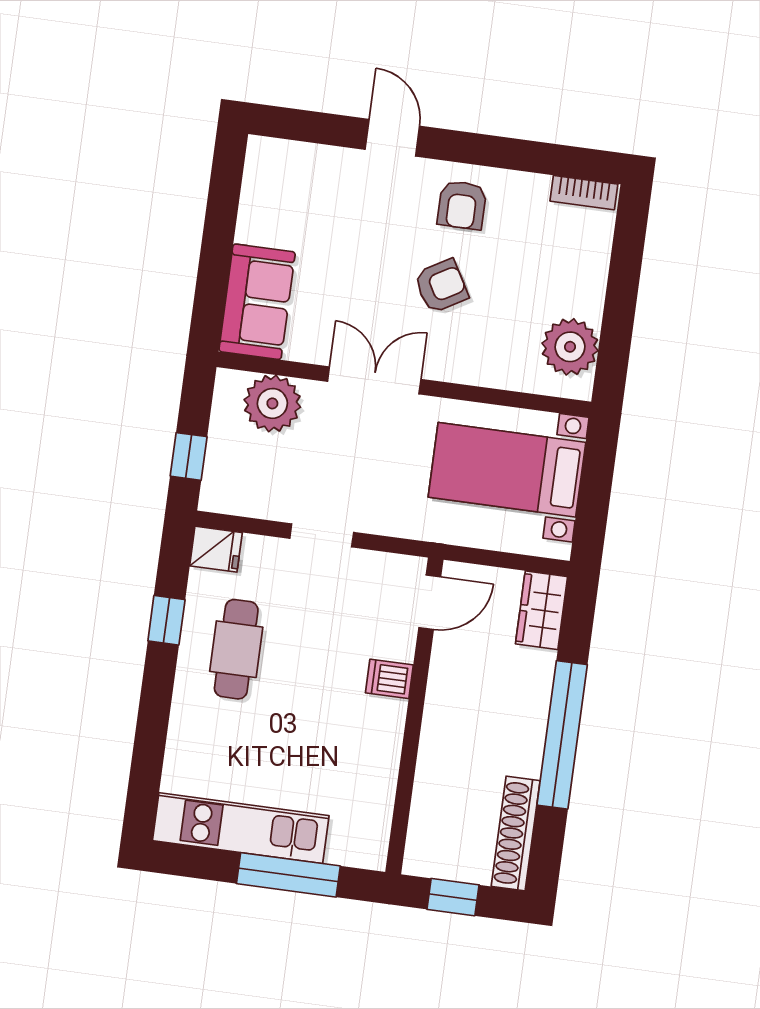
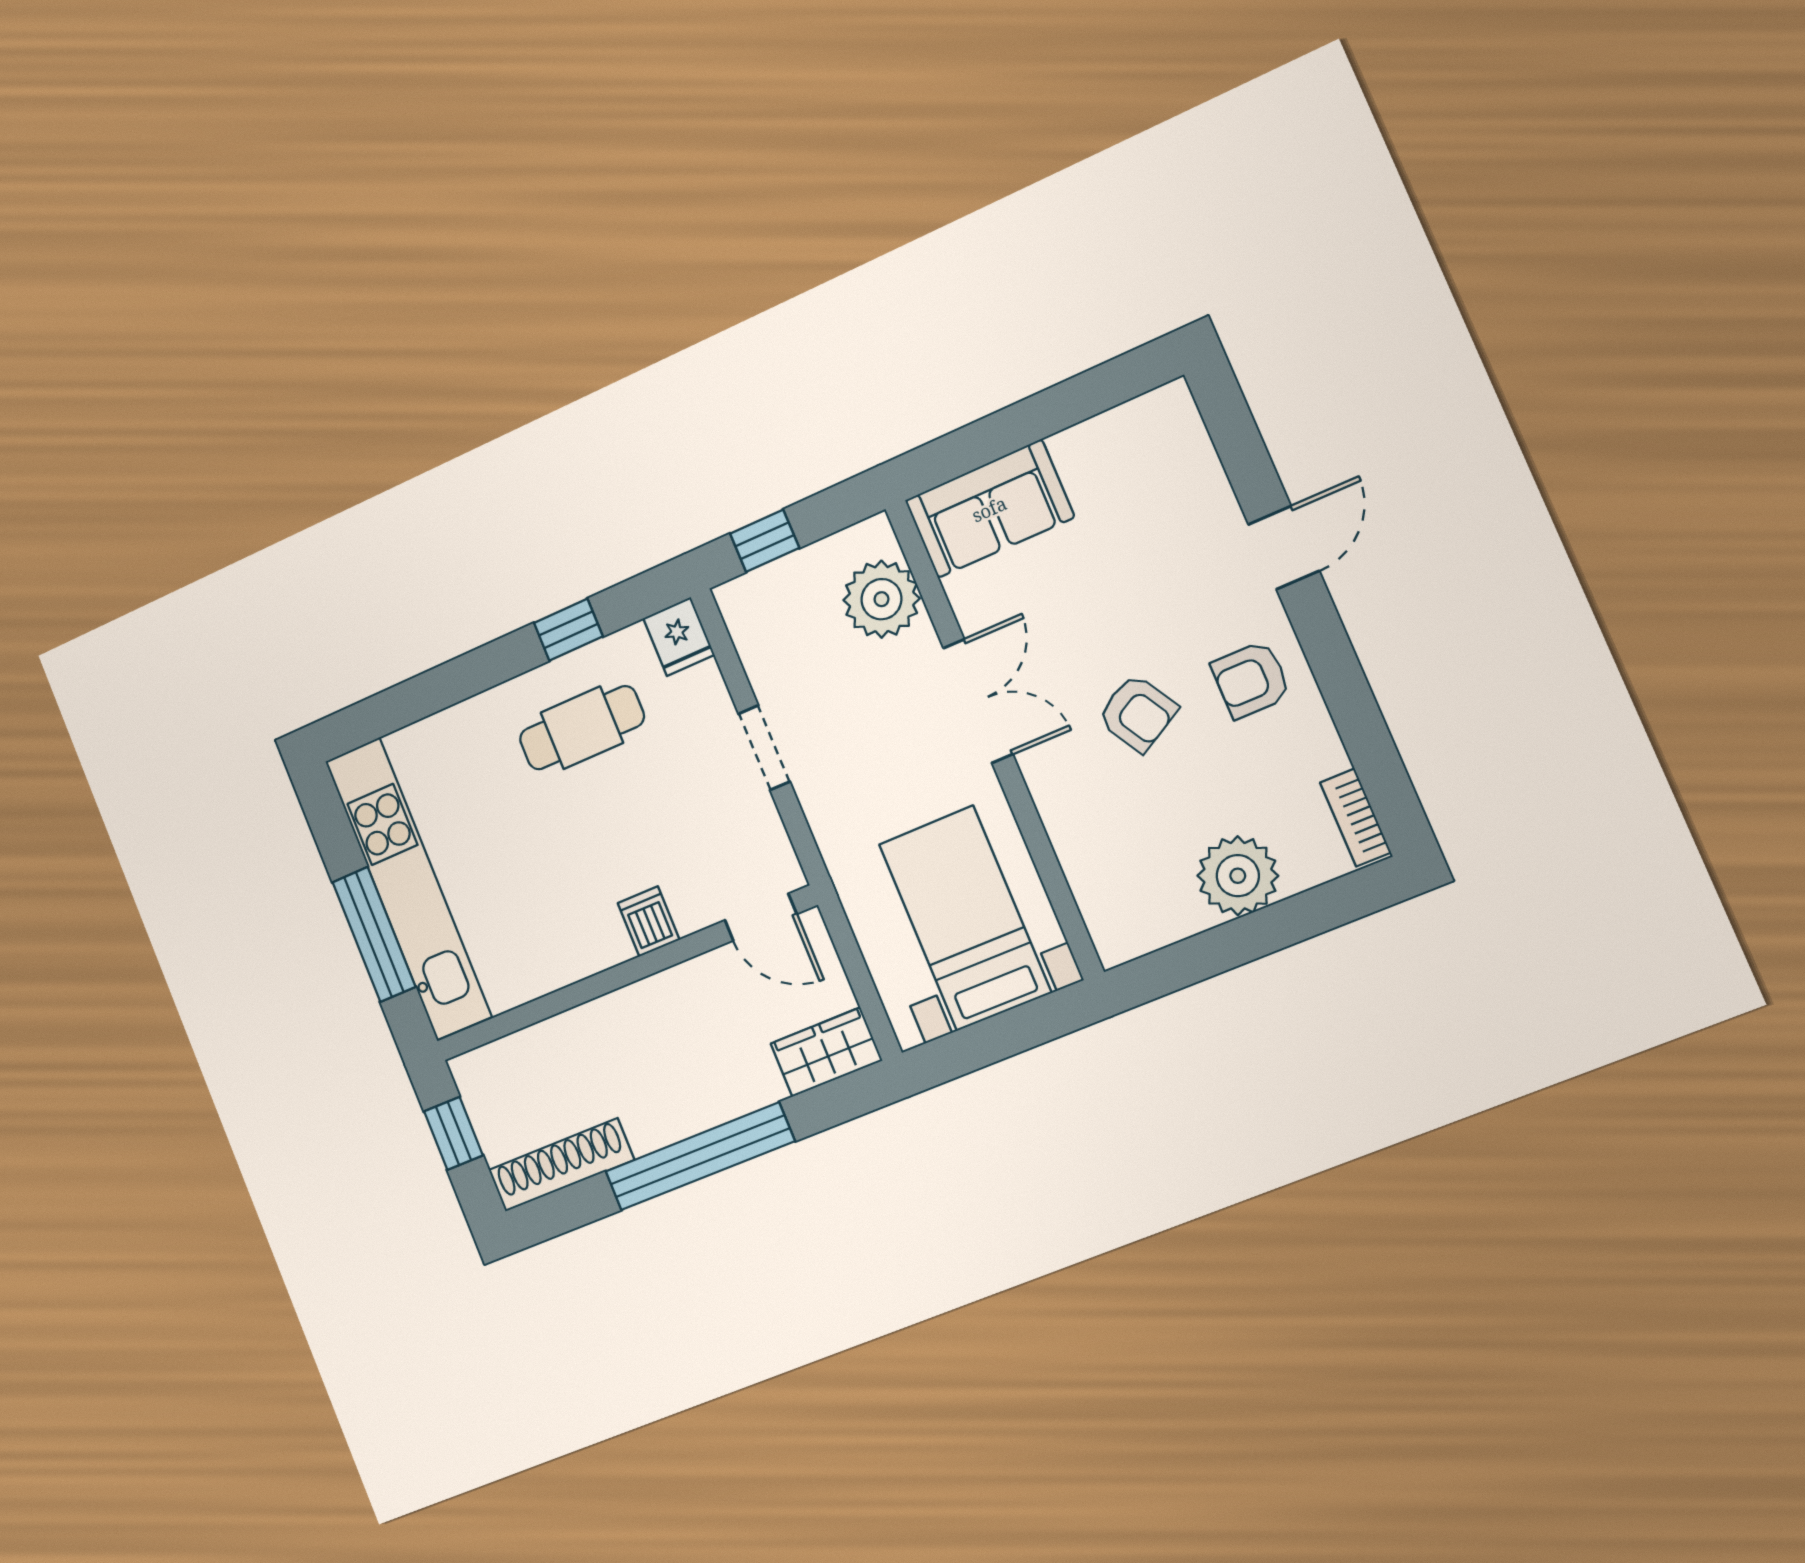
plant: (570, 347) -> (1238, 876), moved
kitchen unit: (241, 828) -> (408, 889), width x1.36

